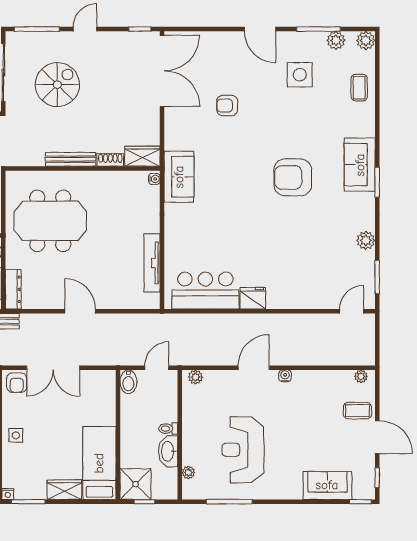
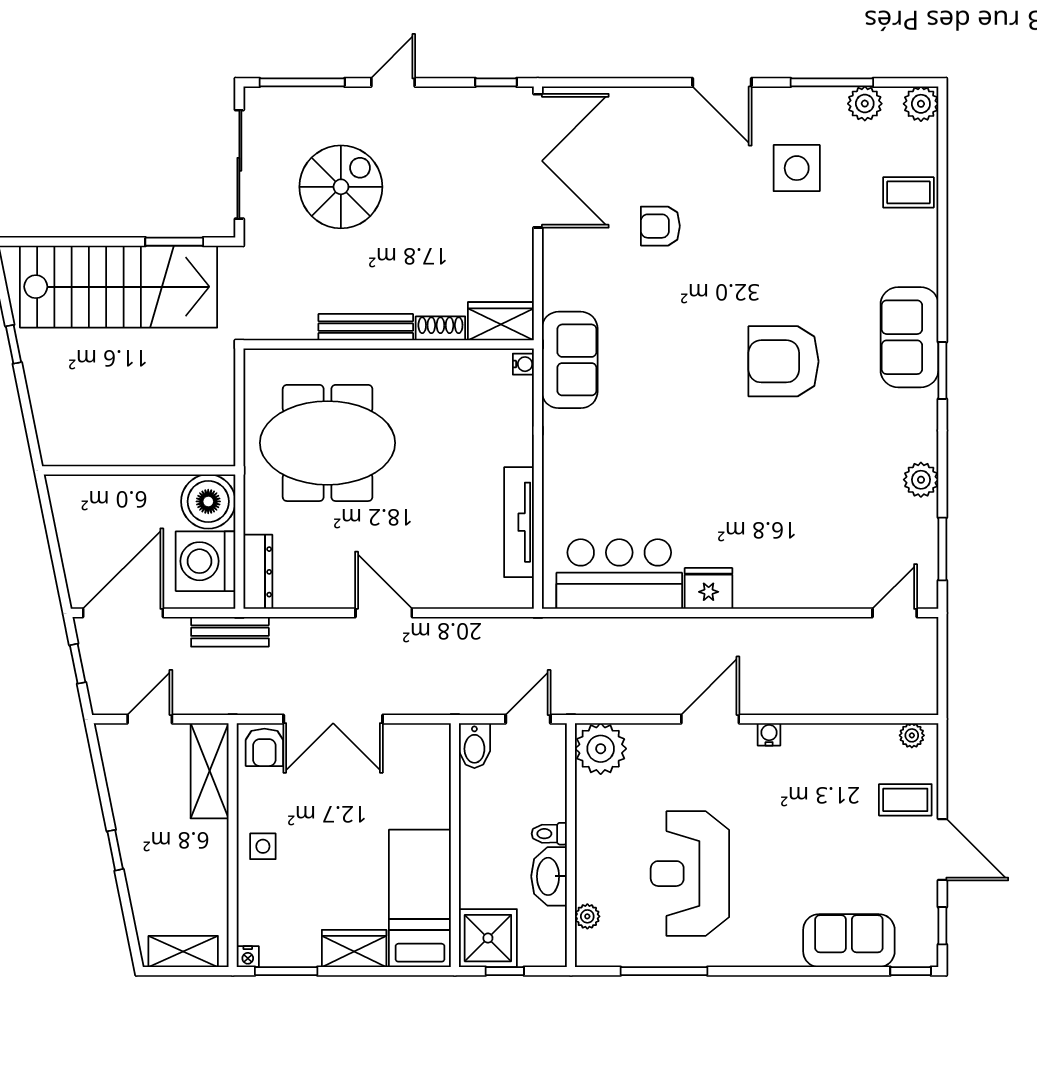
coffee table: (359, 88) -> (908, 192), turned 90
plant: (195, 377) -> (601, 749), width x1.88, depth x1.88

